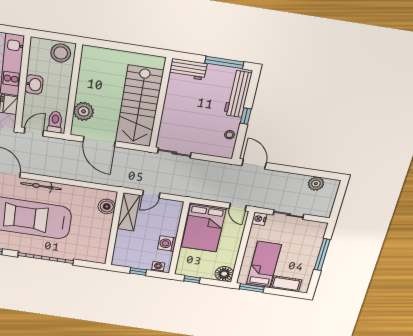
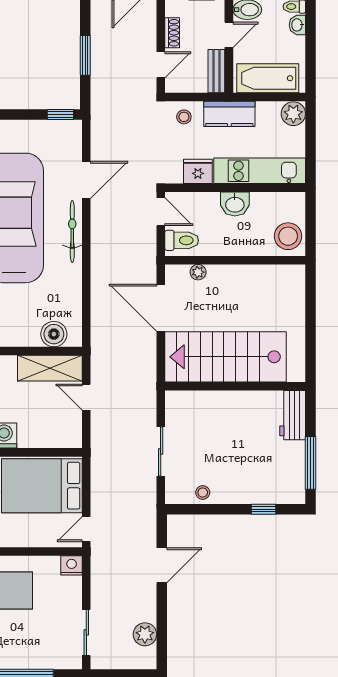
workbench: (238, 94) -> (267, 491), removed
plant: (84, 111) -> (198, 272), width x0.53, depth x0.53
window: (246, 116) -> (264, 509), moved
door: (99, 142) -> (161, 308), hinge flipped
sliding door: (174, 153) -> (161, 452), moved
door: (254, 164) -> (162, 565), moved
sliding door: (289, 215) -> (86, 632), moved

